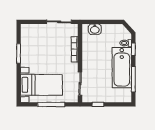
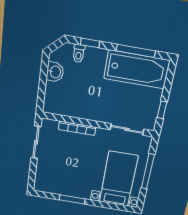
washbasin: (95, 29) -> (55, 72), moved
bathtub: (122, 68) -> (137, 69), moved

